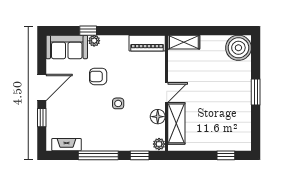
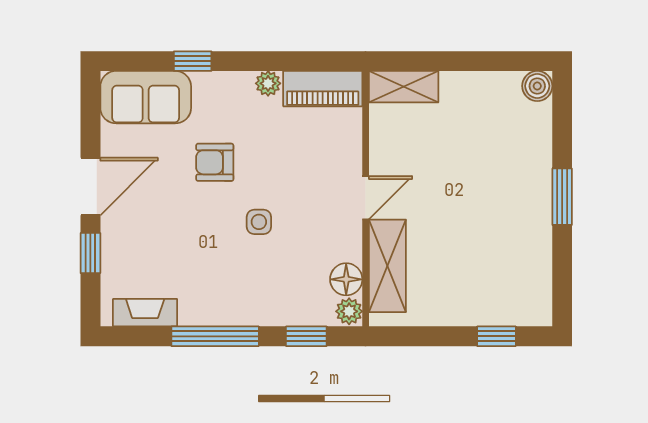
plant: (94, 41) -> (268, 83), moved
boiler: (238, 48) -> (537, 86), width x0.54, depth x0.54
floor lamp: (158, 117) -> (346, 279), moved

